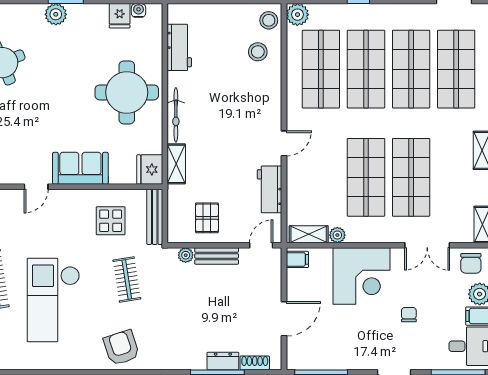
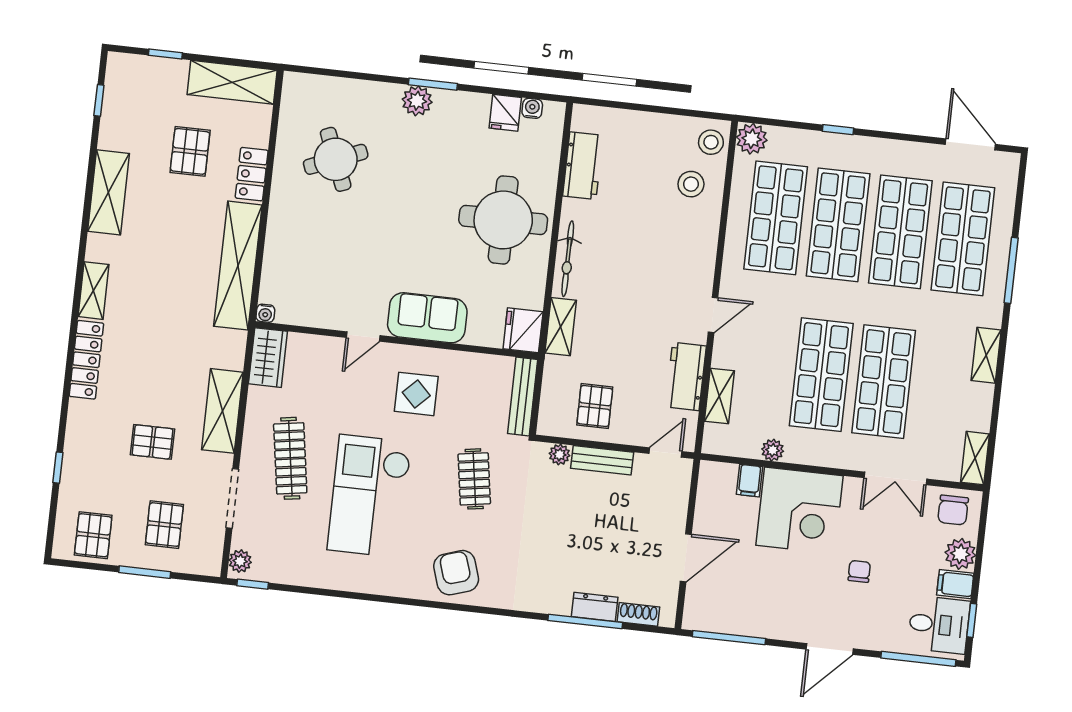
display table: (111, 221) -> (416, 394), moved
shelving: (309, 234) -> (719, 396), moved, turned 90
filing cabinet: (297, 259) -> (749, 481), moved, turned 90

